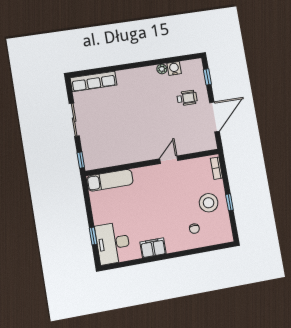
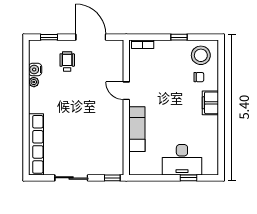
row of seats: (94, 81) -> (36, 144), width x1.36
exam couch: (110, 180) -> (137, 129), moved
stool: (209, 203) -> (201, 55), moved
desk: (113, 243) -> (182, 160), moved
filing cabinet: (153, 248) -> (210, 103), moved

